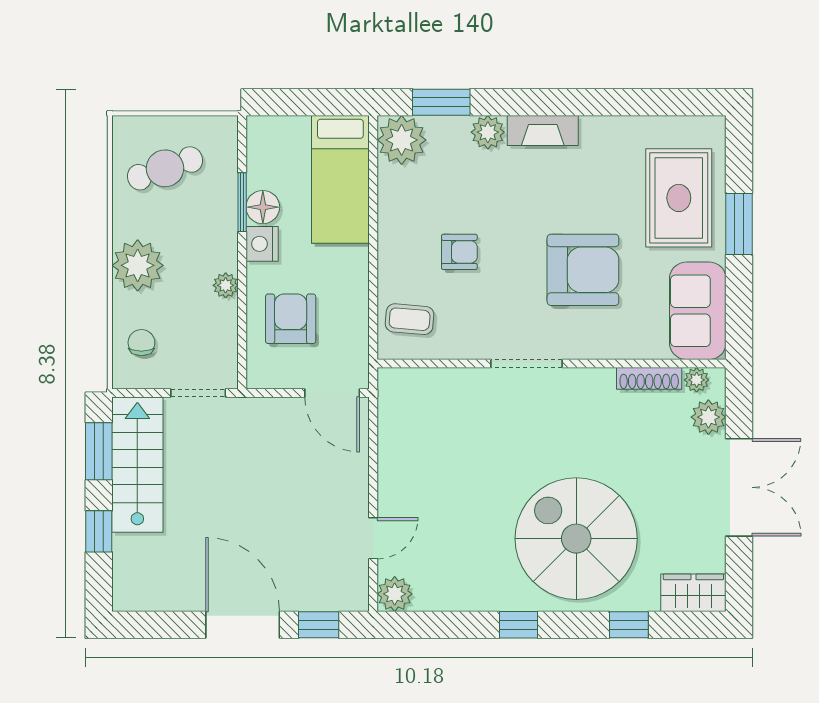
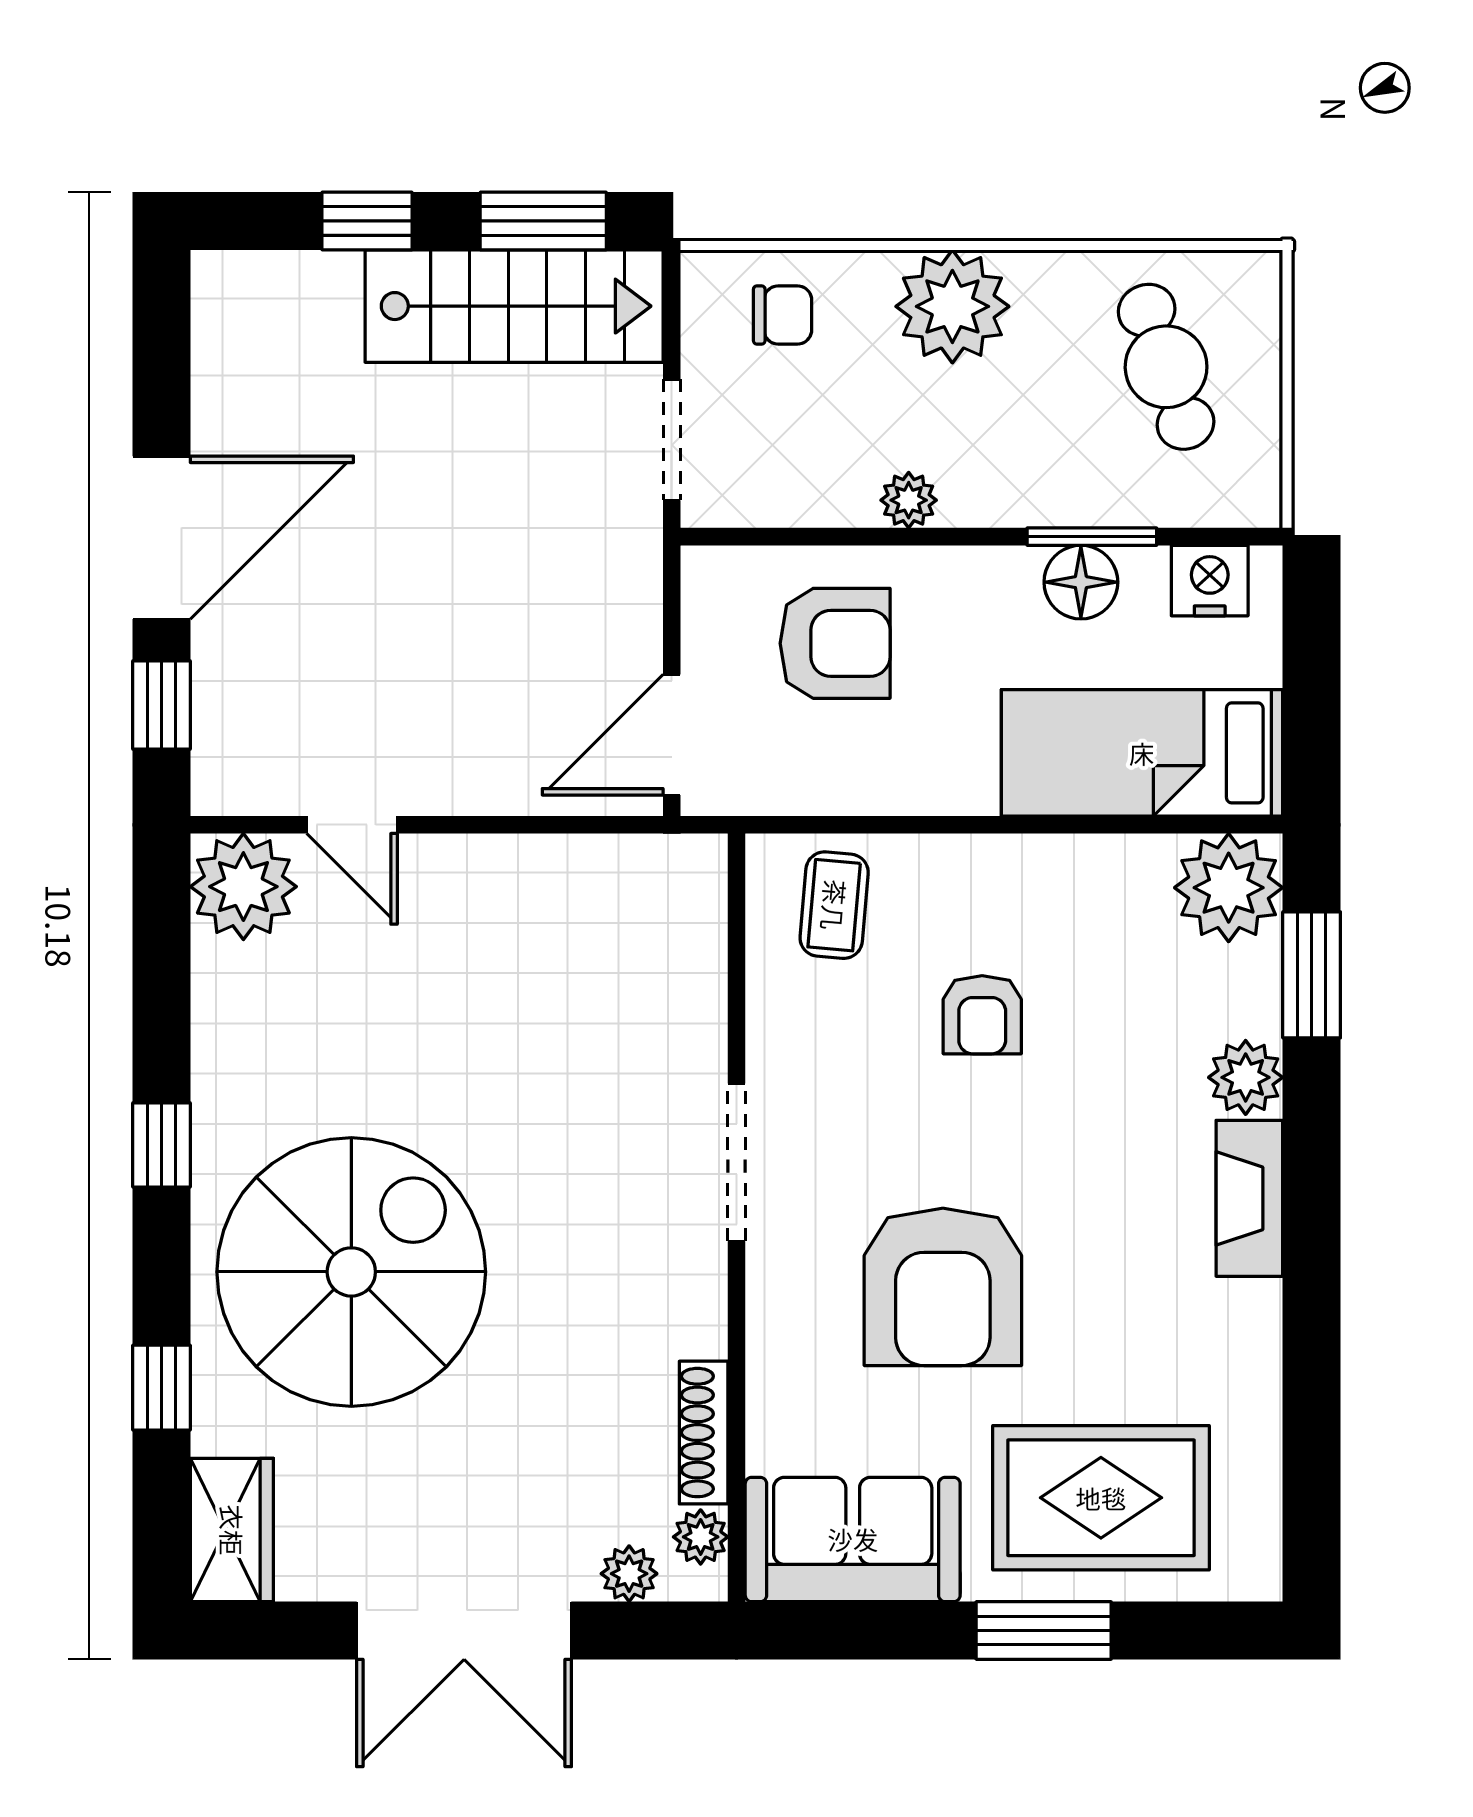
nightstand: (262, 244) -> (1210, 581), moved
plant: (708, 417) -> (629, 1574), width x0.73, depth x0.73
plant: (395, 594) -> (243, 887), width x1.36, depth x1.36

